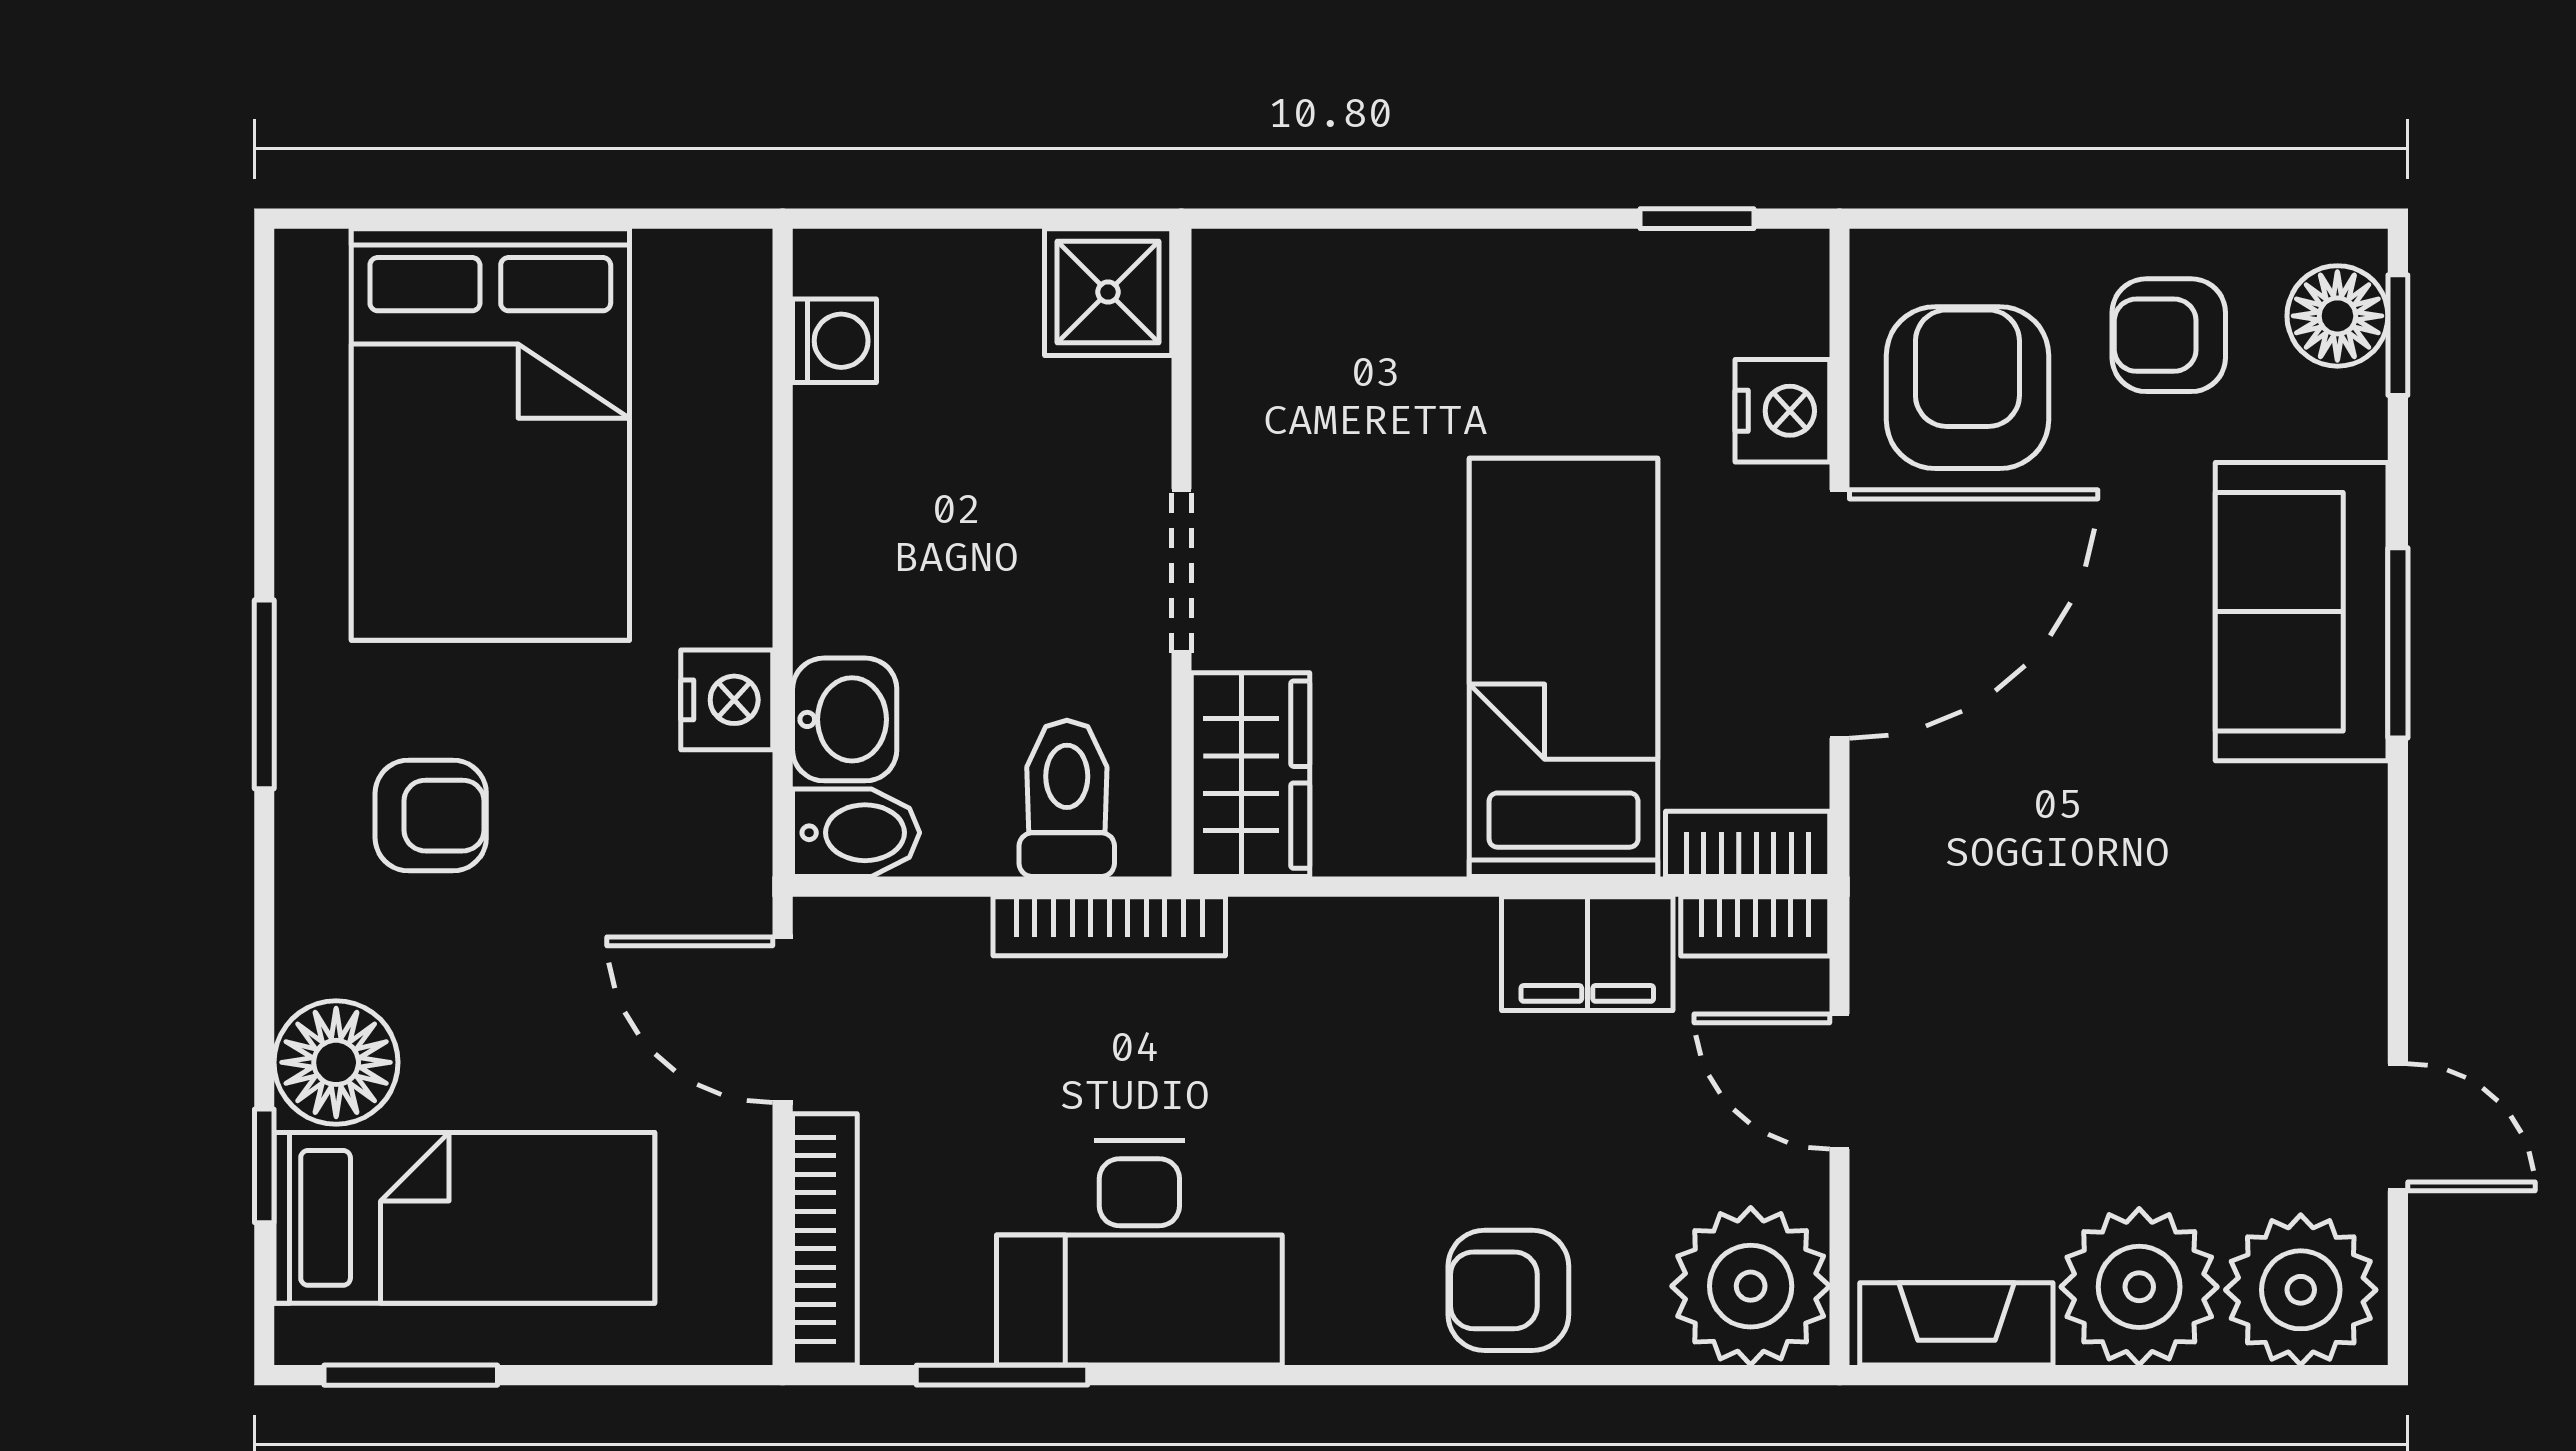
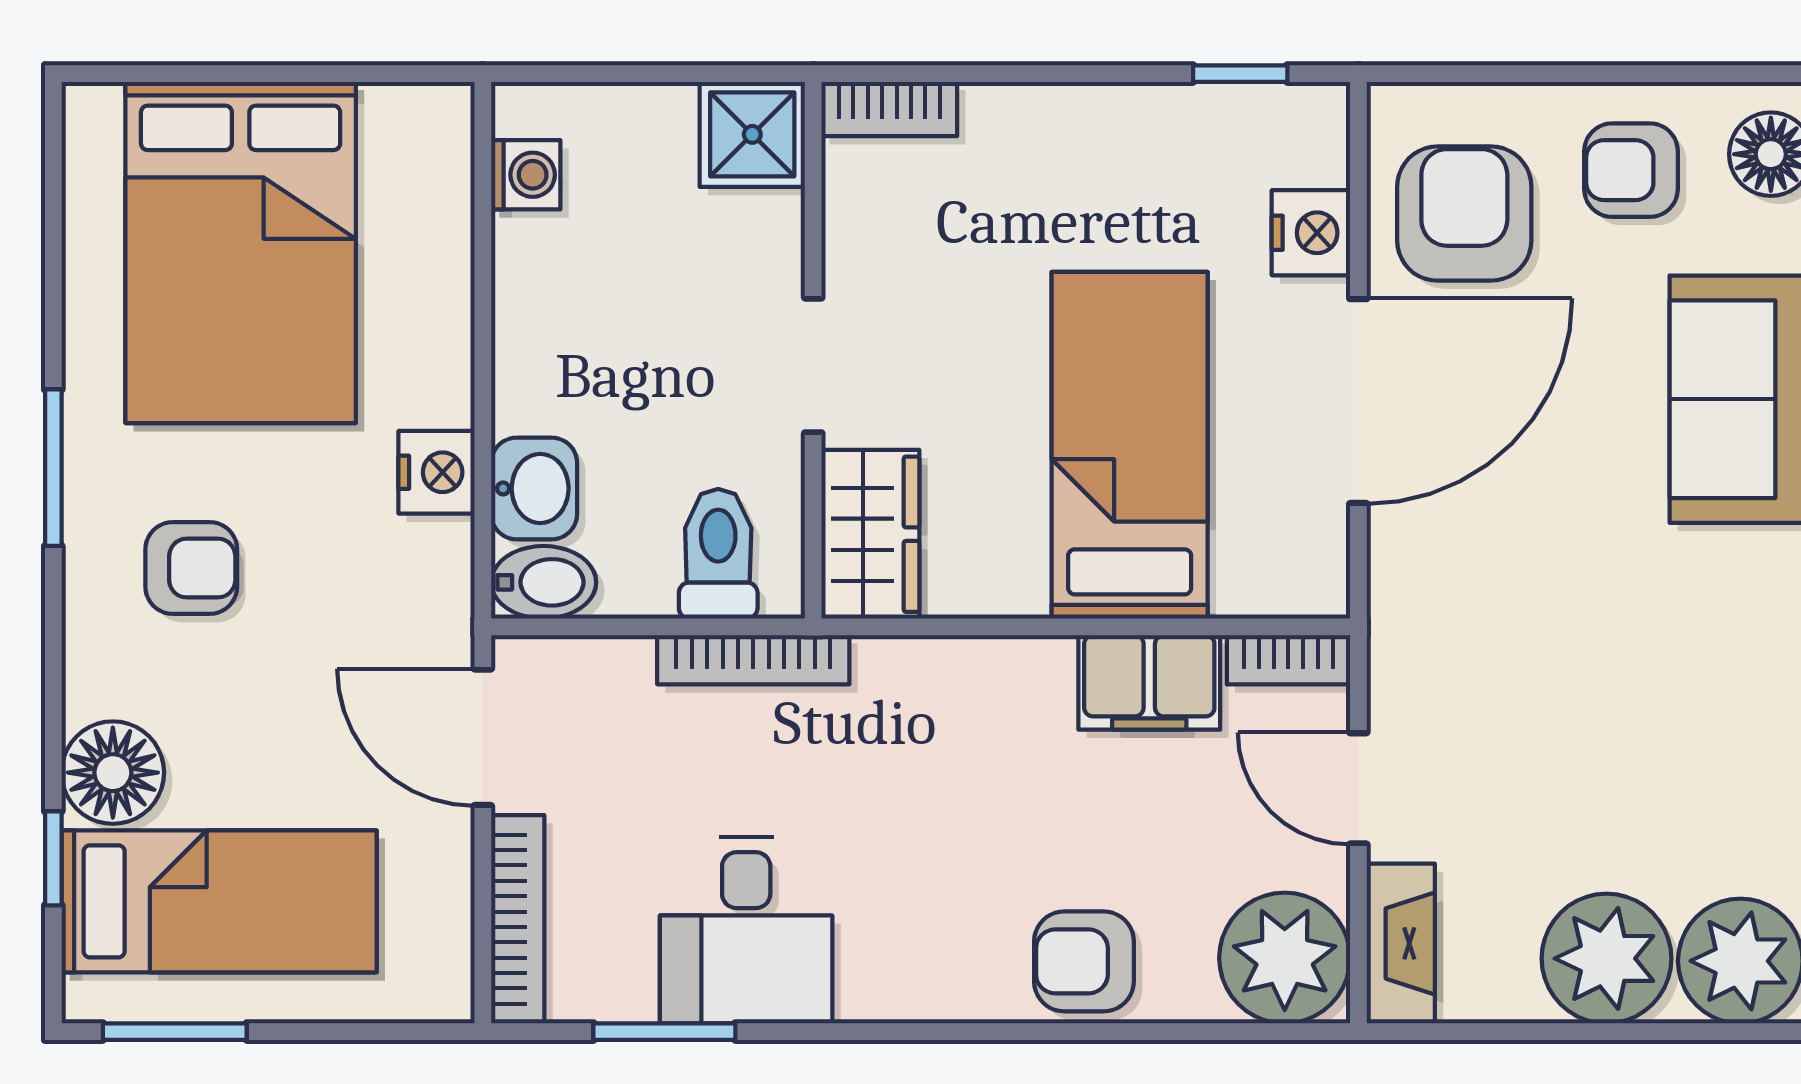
bookcase: (1748, 844) -> (889, 109), moved, turned 180
desk: (1139, 1253) -> (746, 930), width x0.73
fireplace: (1956, 1324) -> (1401, 943), moved, turned 90

